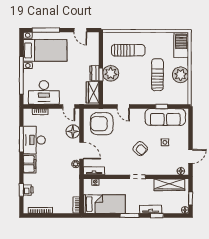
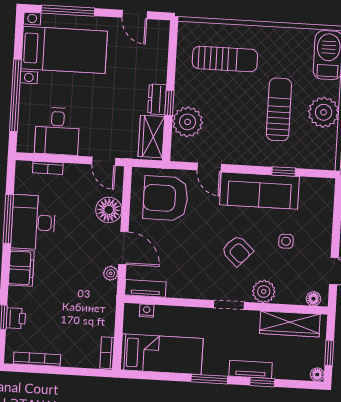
plant: (111, 73) -> (188, 122), moved
desk: (44, 92) -> (57, 131), width x0.73
sofa: (165, 117) -> (259, 191), moved
plant: (155, 169) -> (264, 291), added

